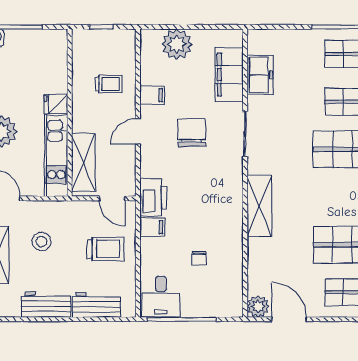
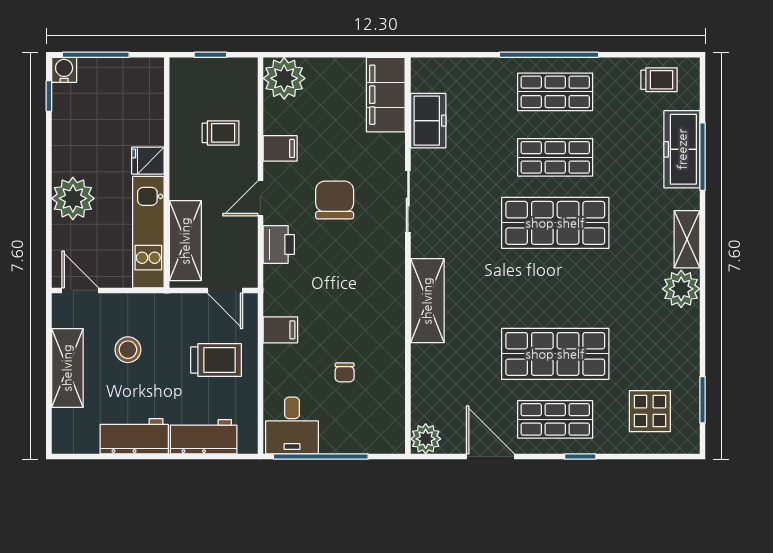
plant: (177, 44) -> (284, 78), moved
filing cabinet: (229, 75) -> (386, 95), moved
printer: (153, 197) -> (279, 244), moved, width x0.73, depth x0.84
door: (289, 319) -> (490, 457), moved

